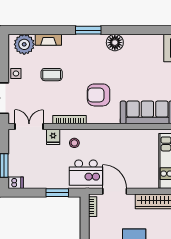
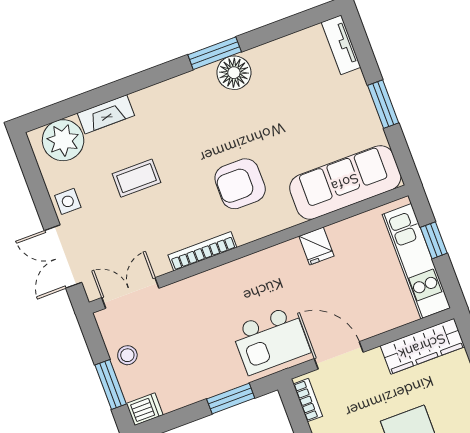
window: (88, 30) -> (215, 53), moved
fridge: (53, 137) -> (316, 246), moved
stool: (74, 143) -> (127, 355), moved

